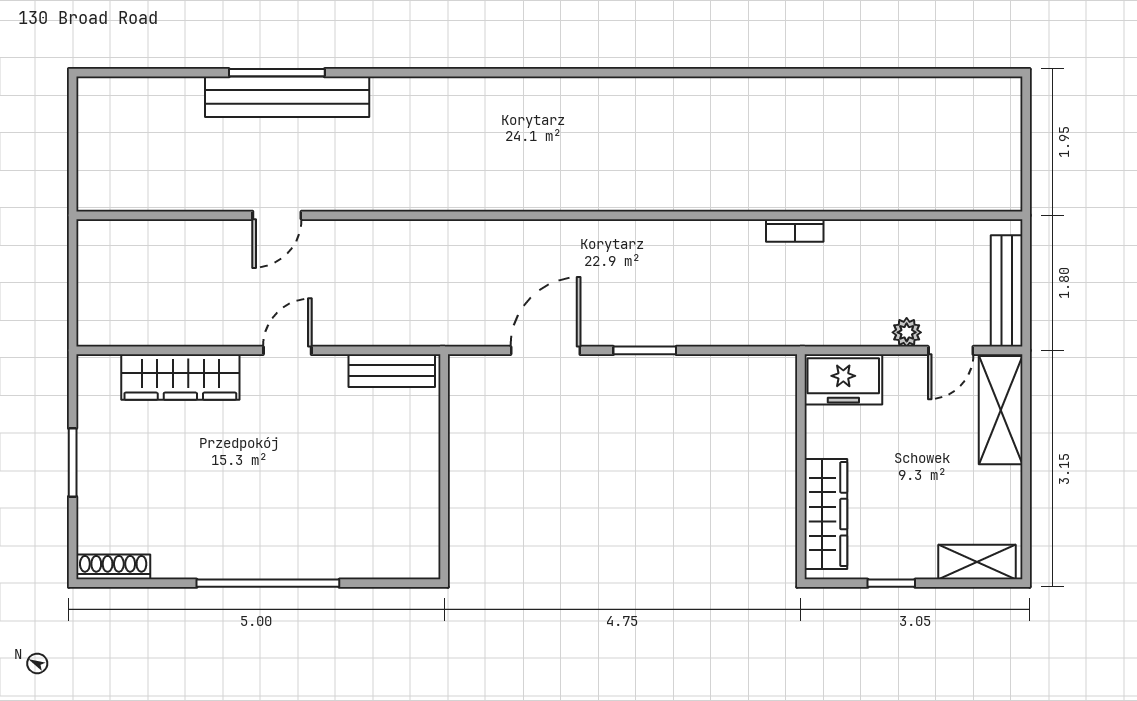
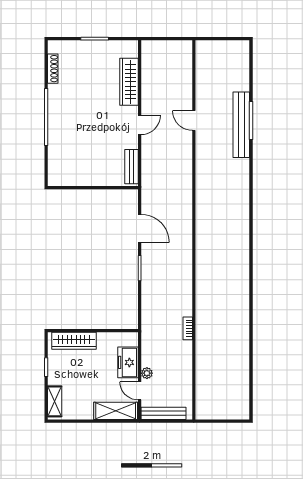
door: (287, 350) -> (140, 125), hinge flipped
freezer: (843, 379) -> (128, 362), moved
shoe rack: (113, 567) -> (53, 69), moved

